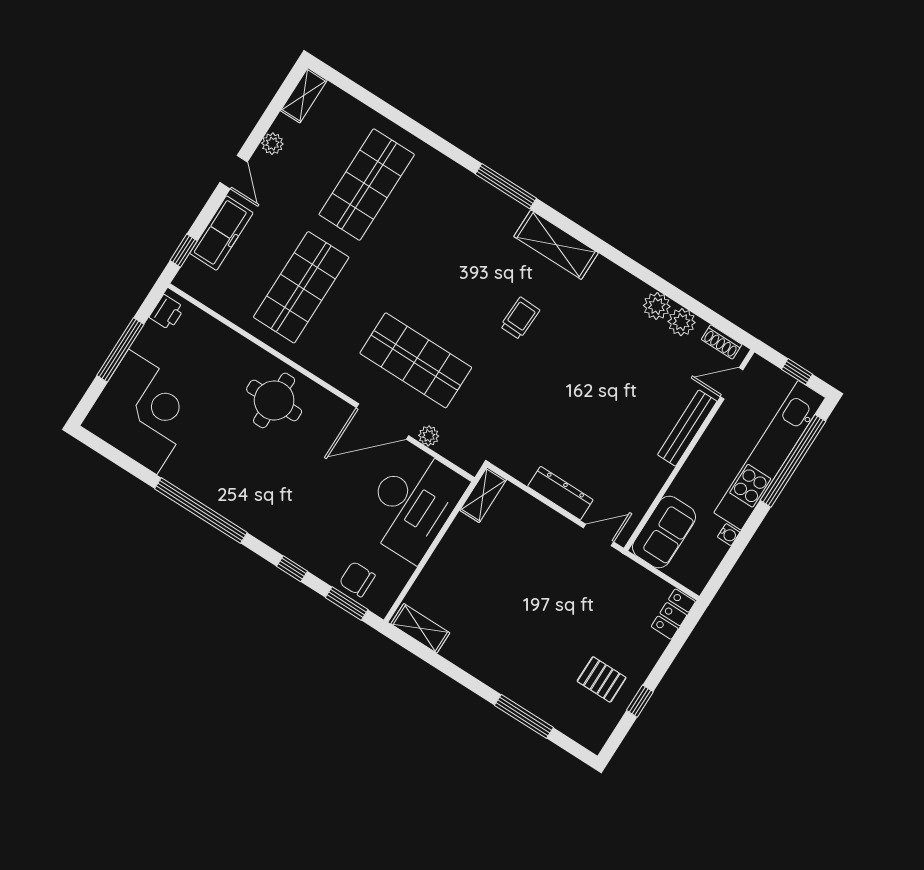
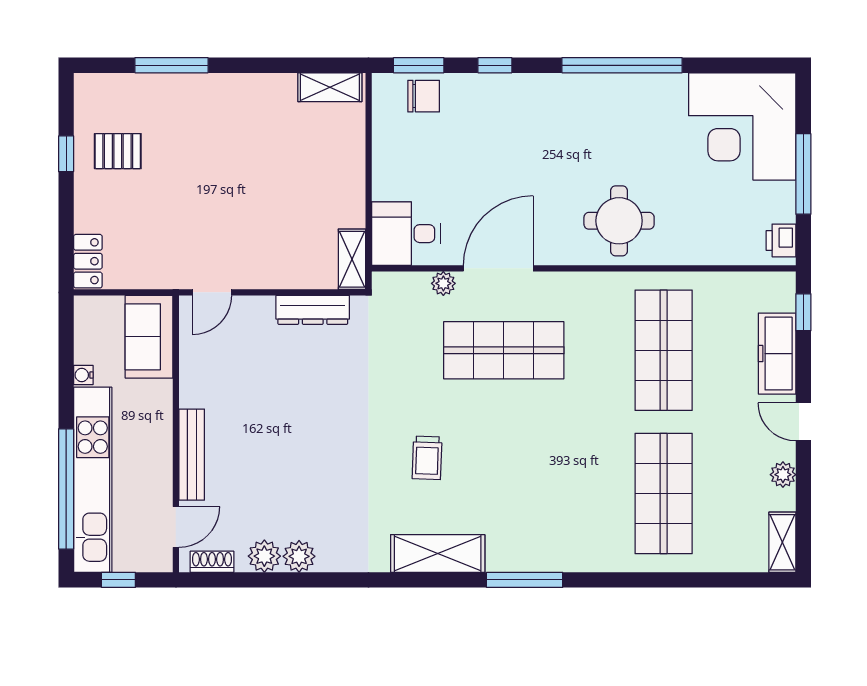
dresser: (560, 493) -> (313, 310), moved
desk: (413, 504) -> (406, 234), width x0.53, depth x0.77

